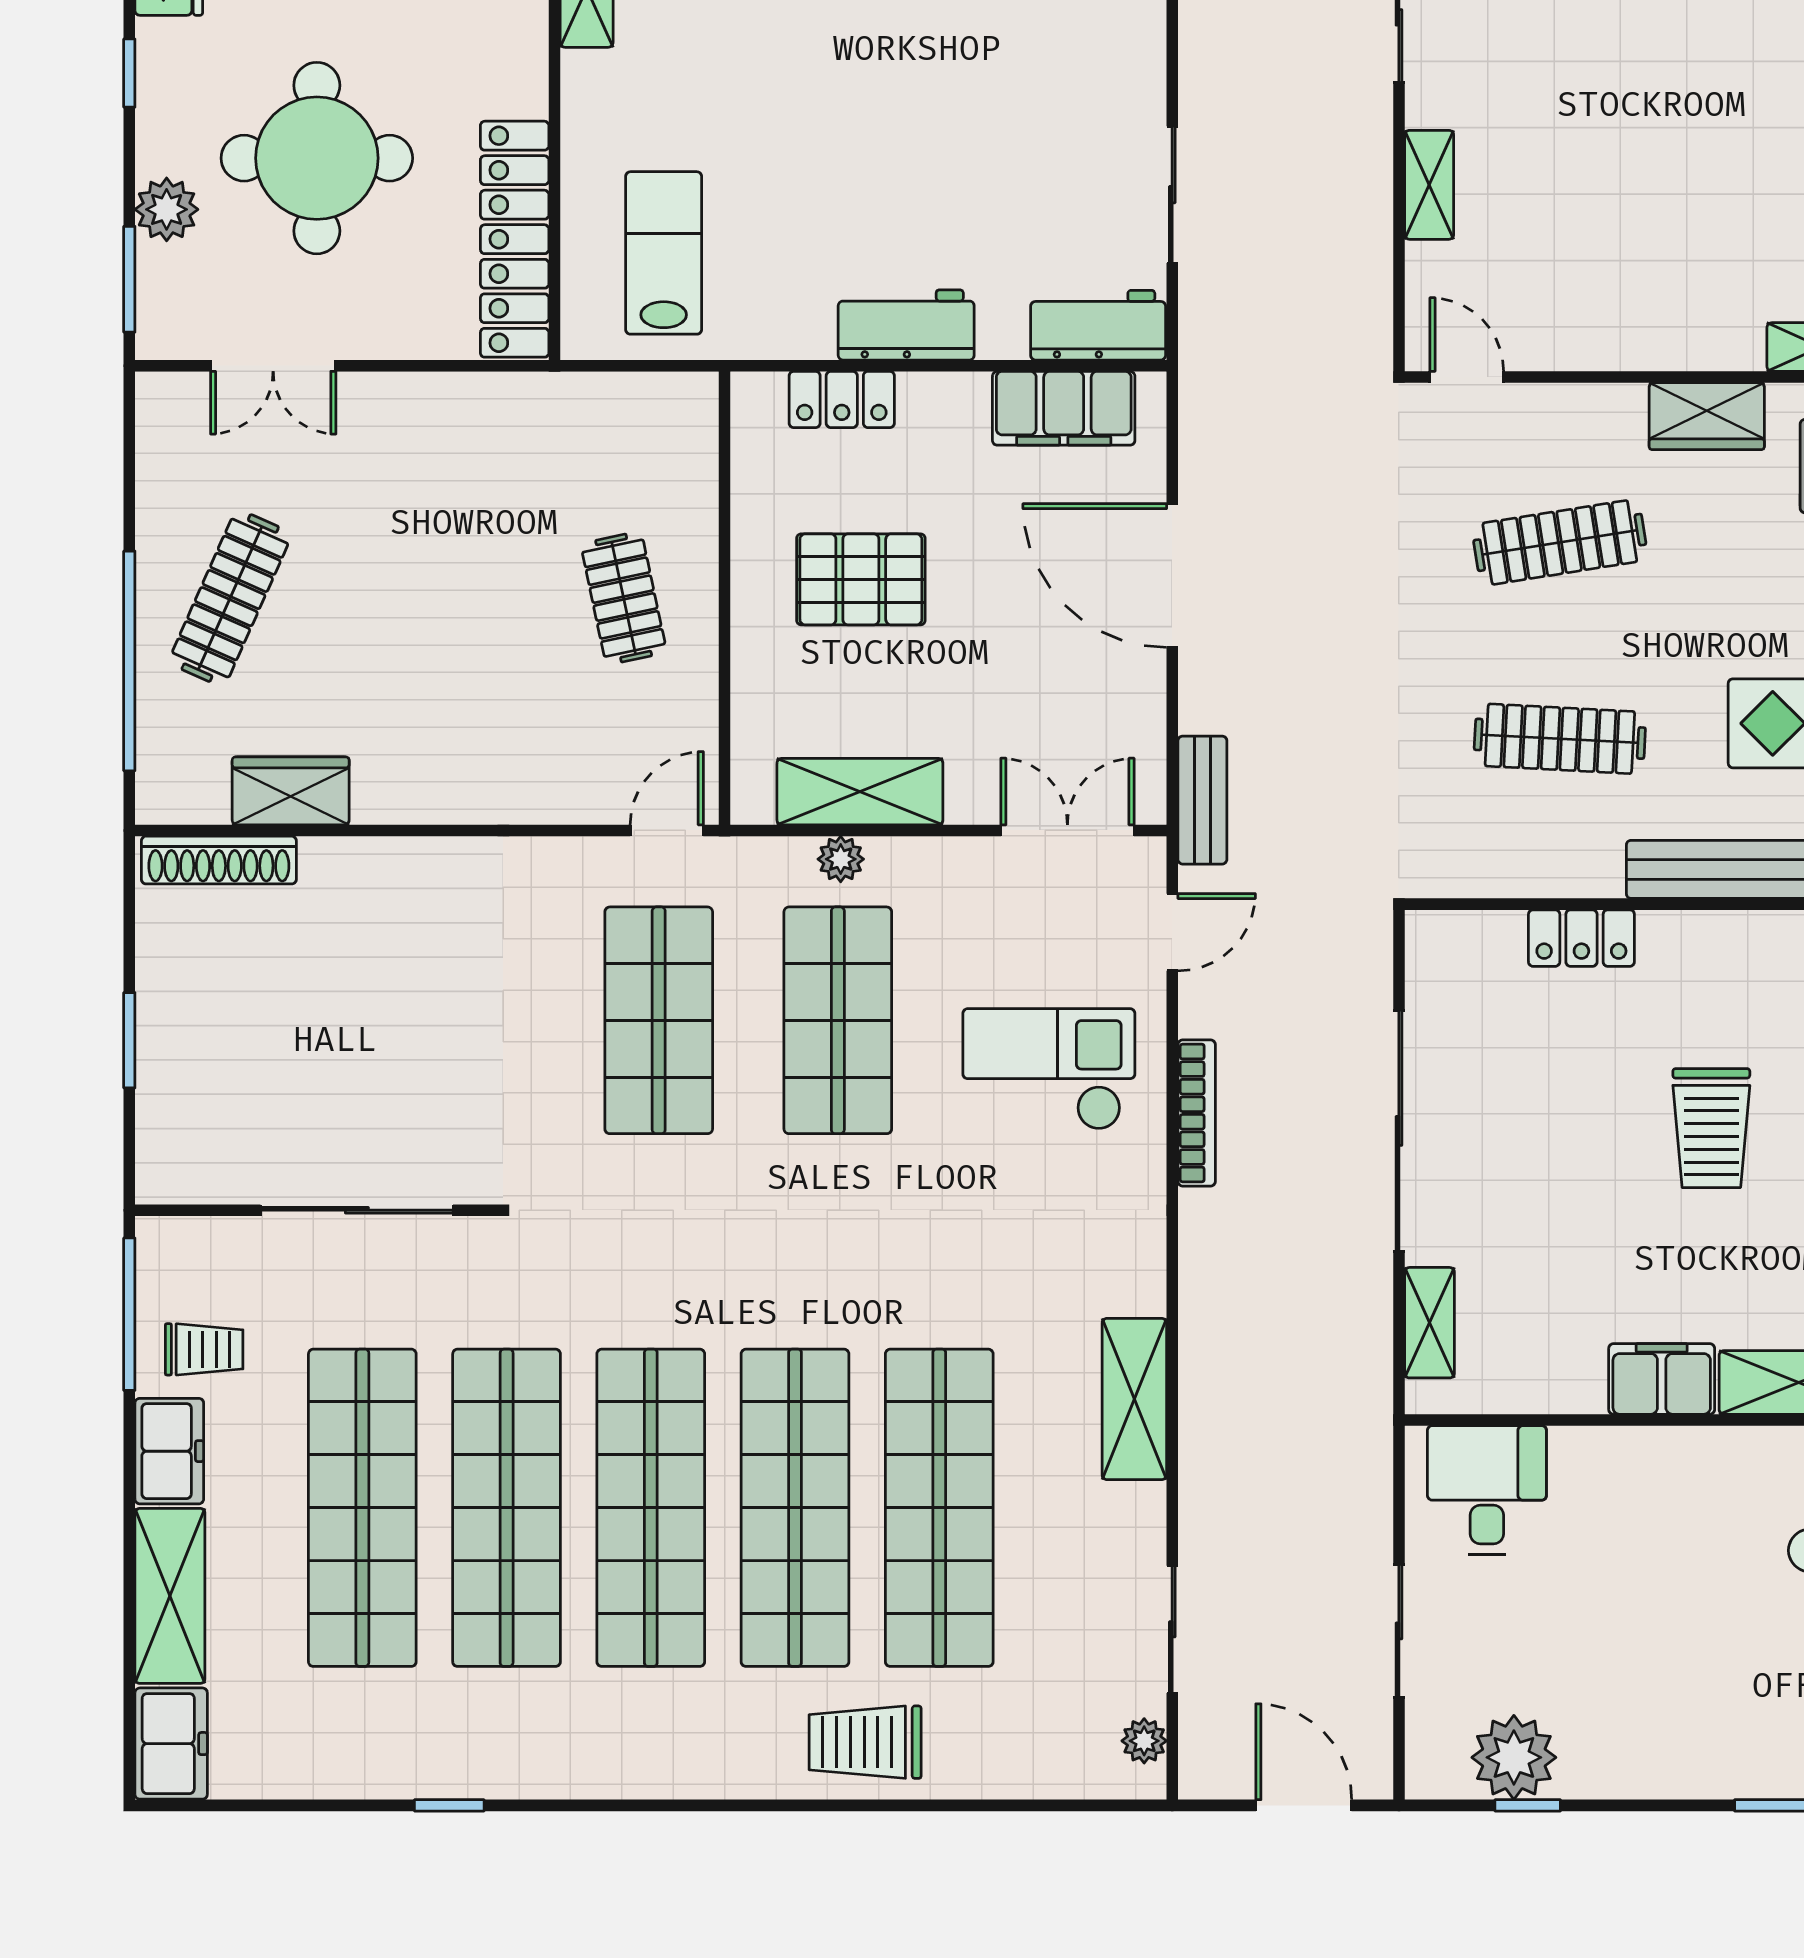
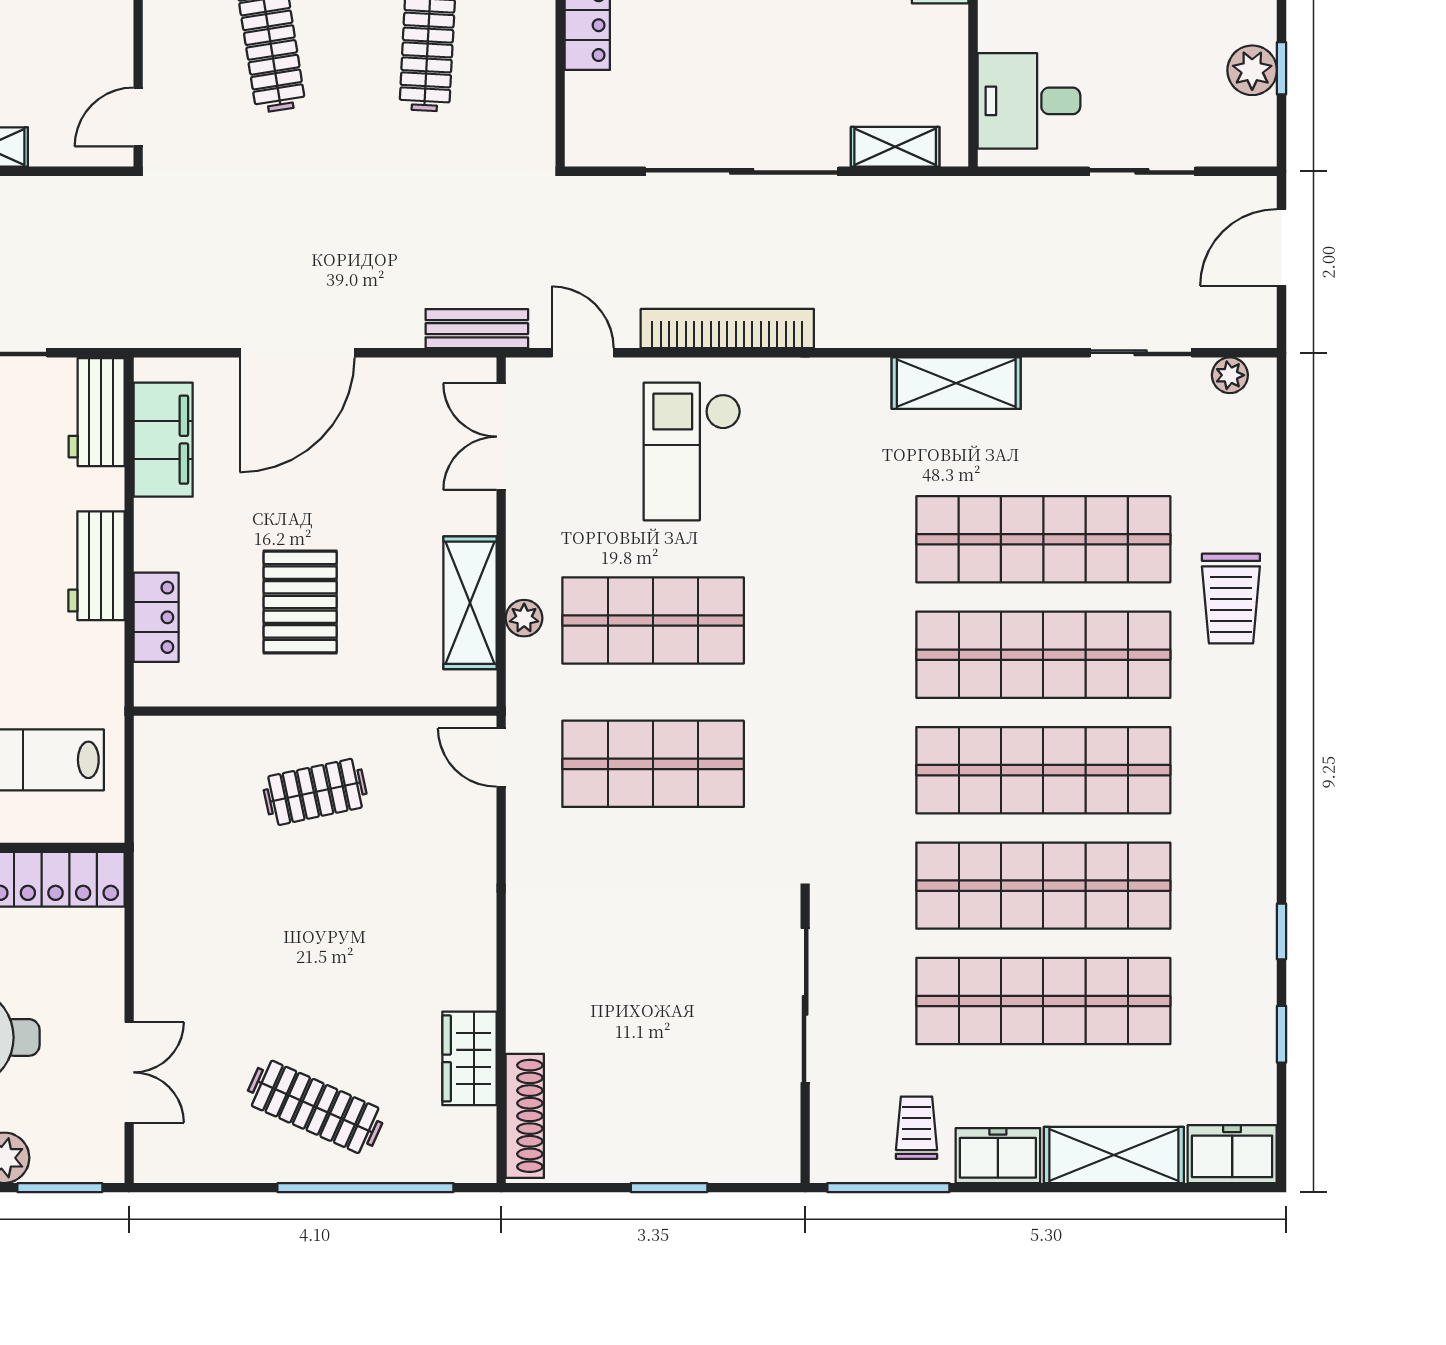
bookcase: (1197, 1113) -> (727, 329), width x1.48, depth x1.31
plant: (1514, 1757) -> (1252, 70), width x0.73, depth x0.73
window: (321, 1805) -> (1281, 1034), added

